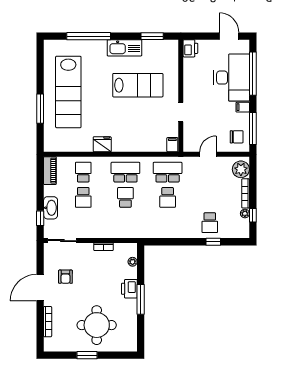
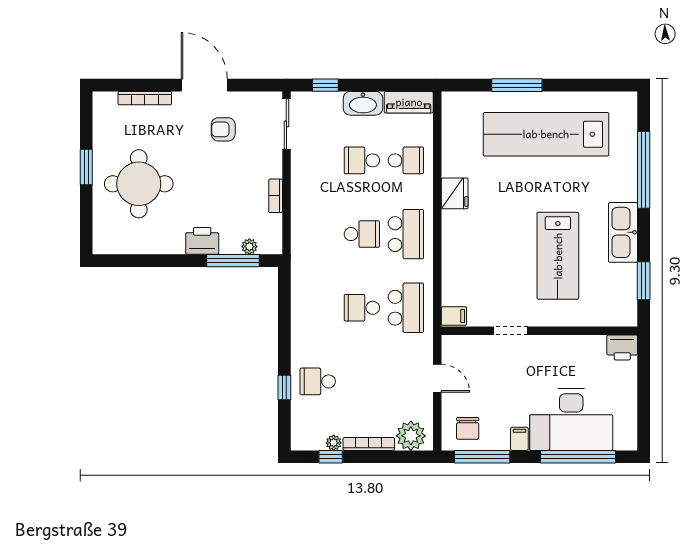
door: (229, 36) -> (644, 415), removed
washbasin: (51, 208) -> (363, 103), moved
window: (141, 299) -> (233, 261), moved

